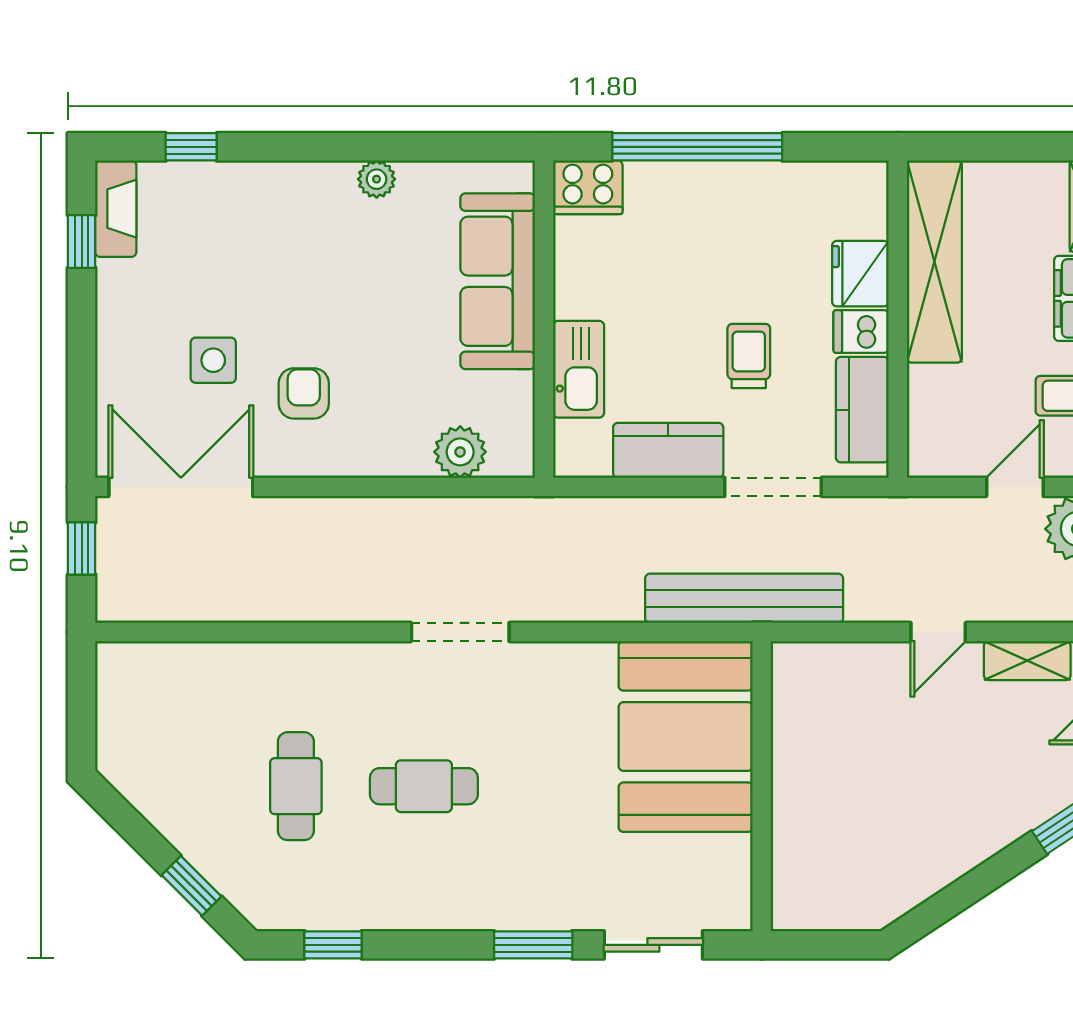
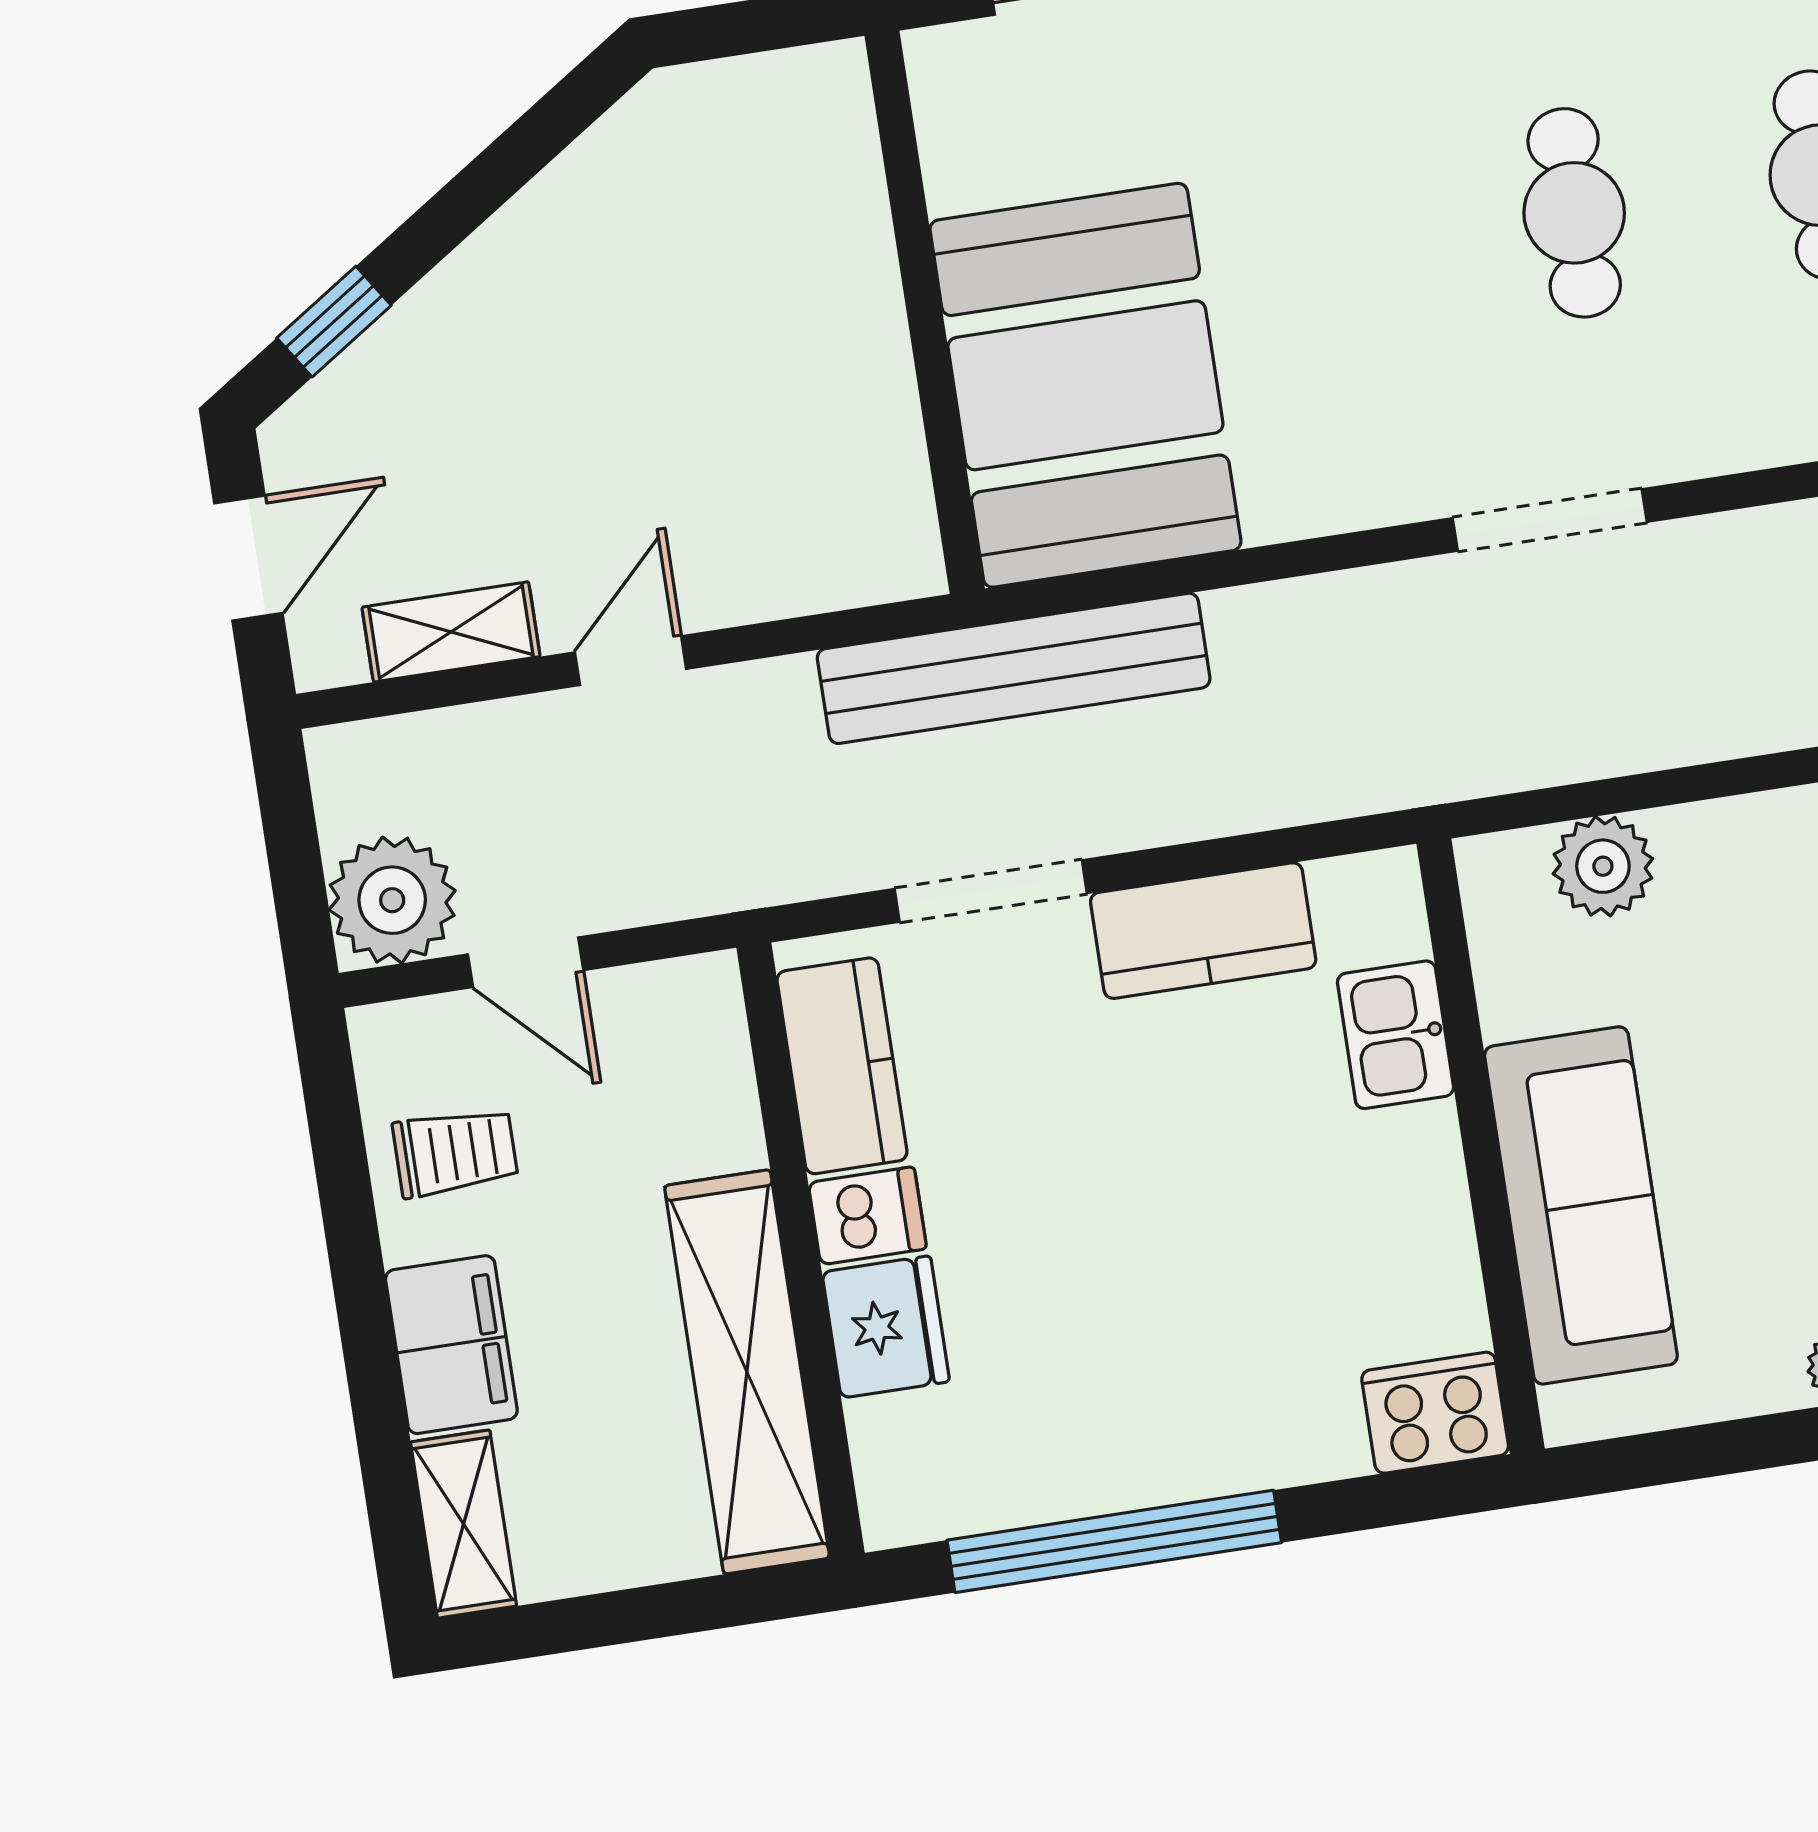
window: (697, 147) -> (1114, 1541), moved
trolley: (749, 356) -> (1076, 1136), removed
kitchen sink: (579, 369) -> (1395, 1035), width x0.73
door: (1015, 487) -> (526, 962), hinge flipped
cafe table: (424, 786) -> (1574, 213), turned 90

